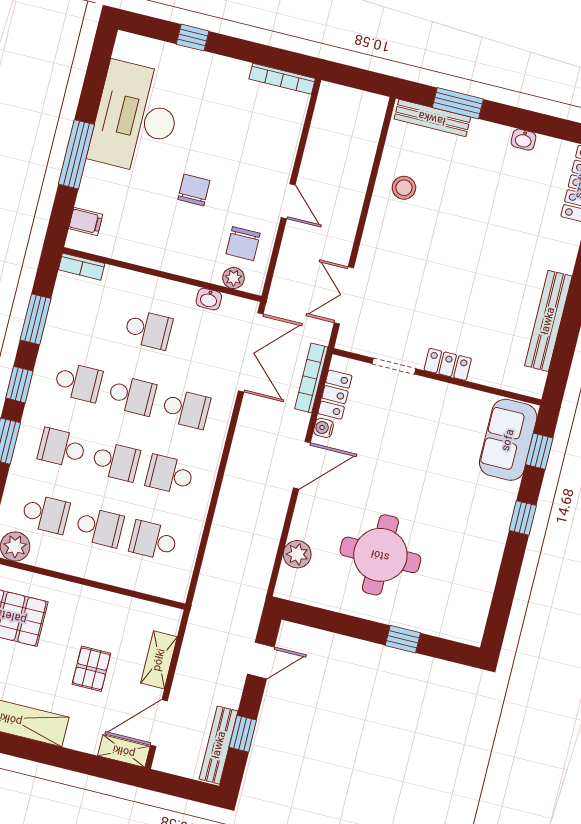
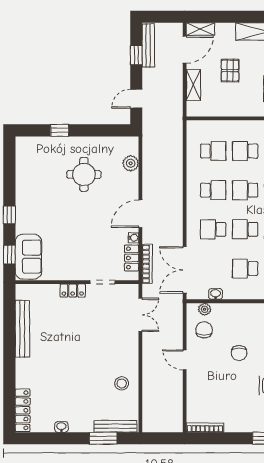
round table: (380, 555) -> (84, 174), width x0.73, depth x0.73

